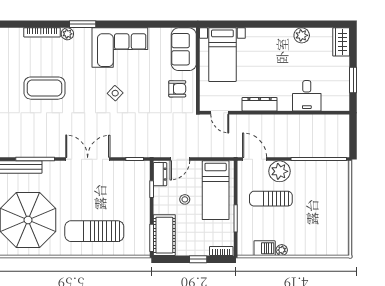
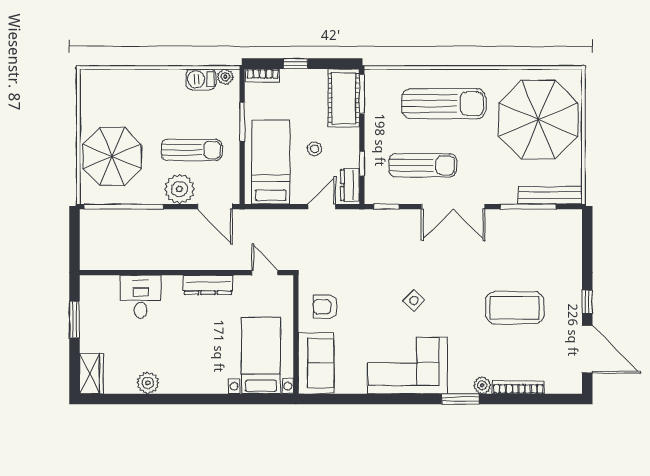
sun lounger: (109, 188) -> (423, 165), added
parasol: (327, 194) -> (112, 156), added
plant: (282, 250) -> (225, 77), moved

